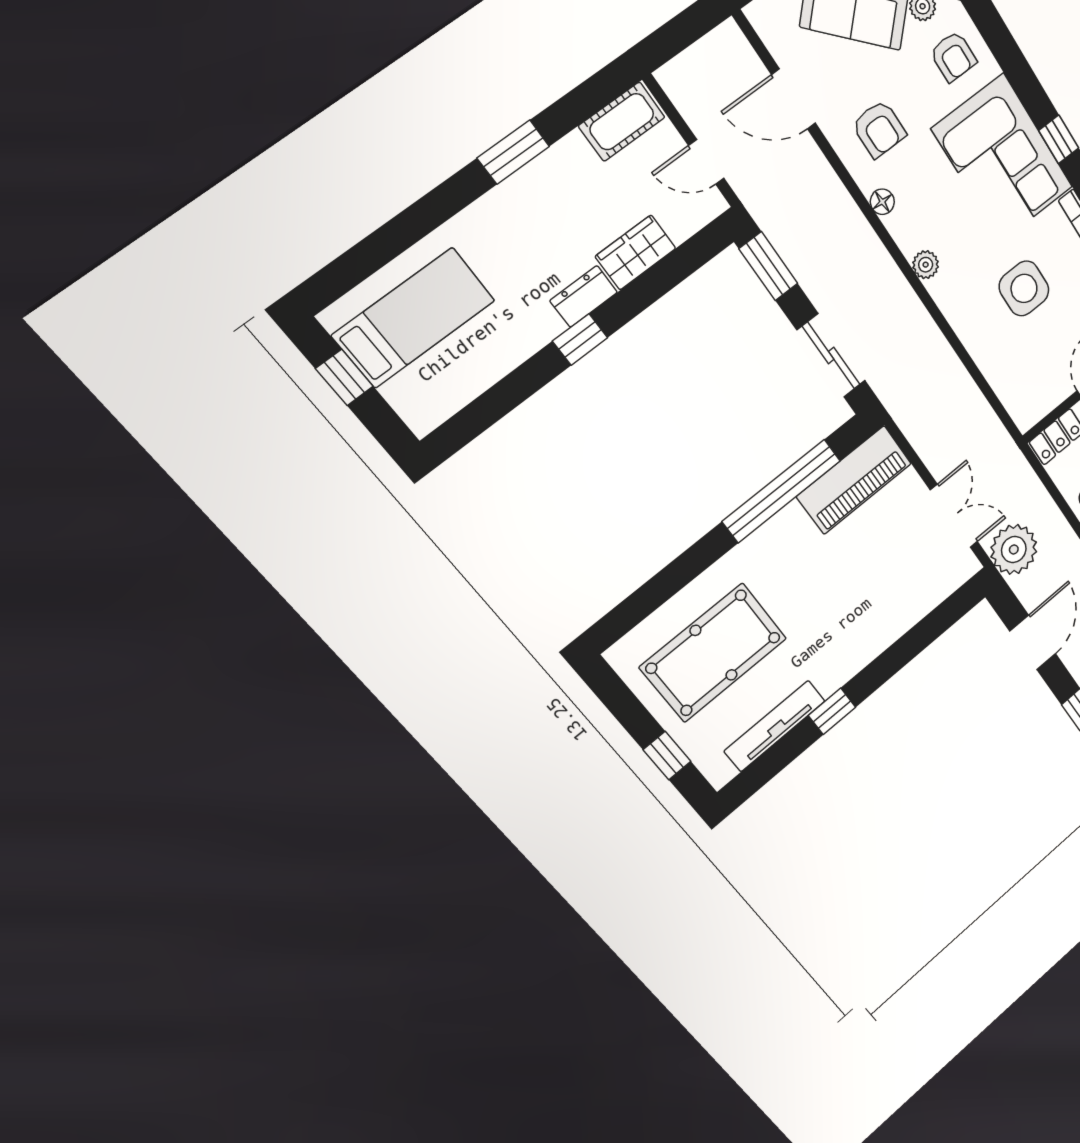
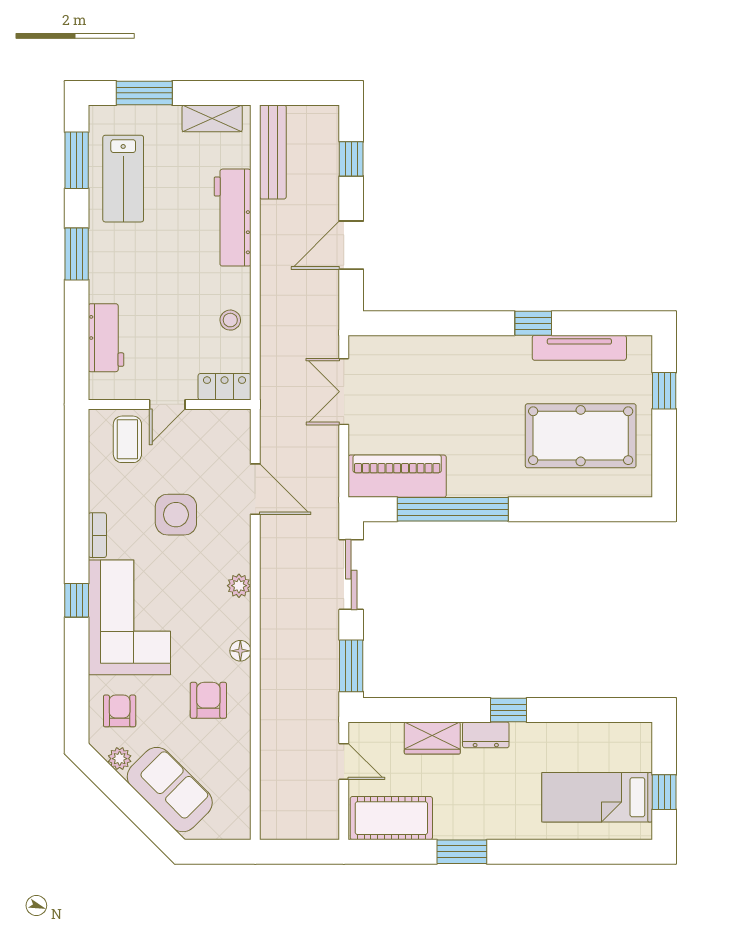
door: (794, 99) -> (255, 489), moved
cot: (622, 122) -> (391, 818), width x1.37, depth x1.34
plant: (1014, 549) -> (316, 329), removed

